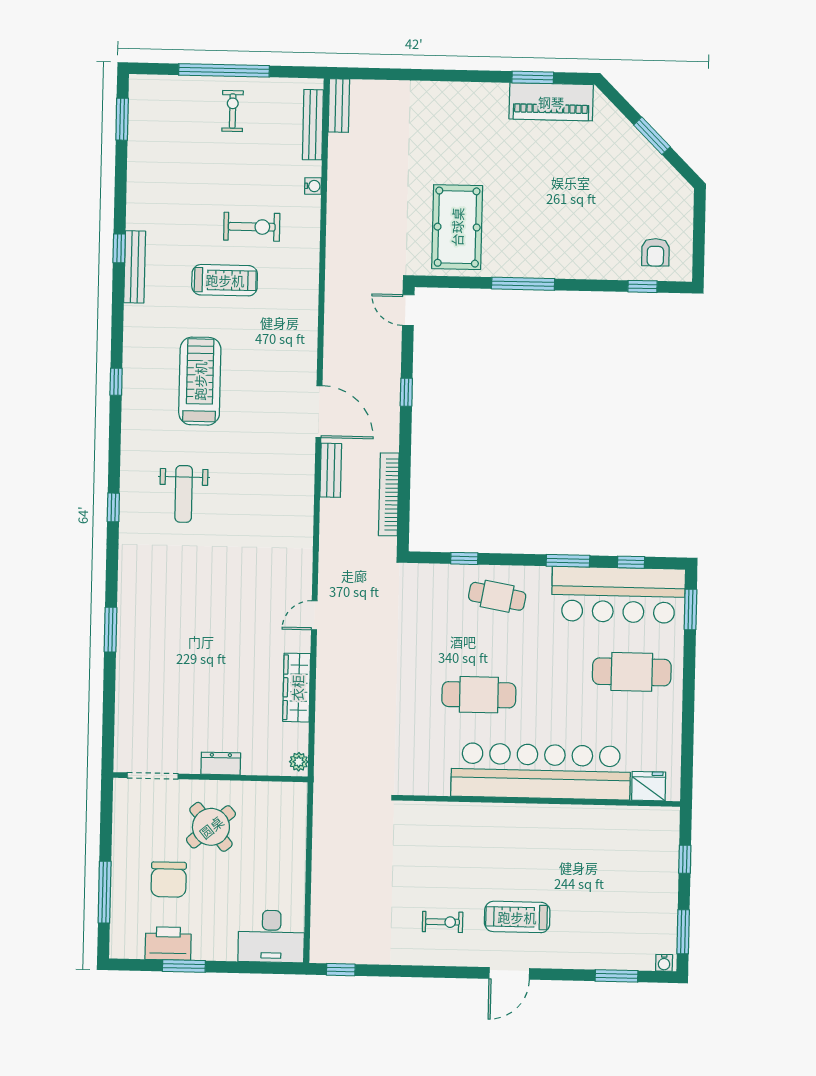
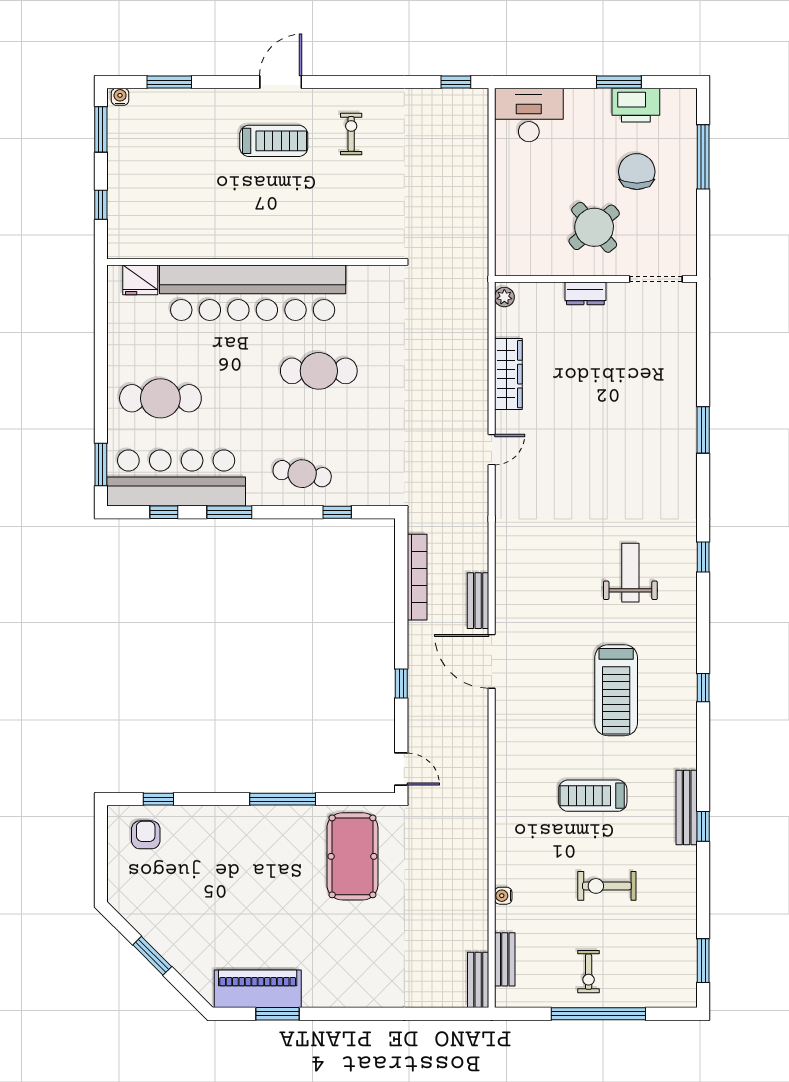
bench: (313, 125) -> (505, 959), width x0.73
exercise bike: (252, 227) -> (607, 886), moved
exercise bike: (443, 922) -> (351, 134), turned 90

